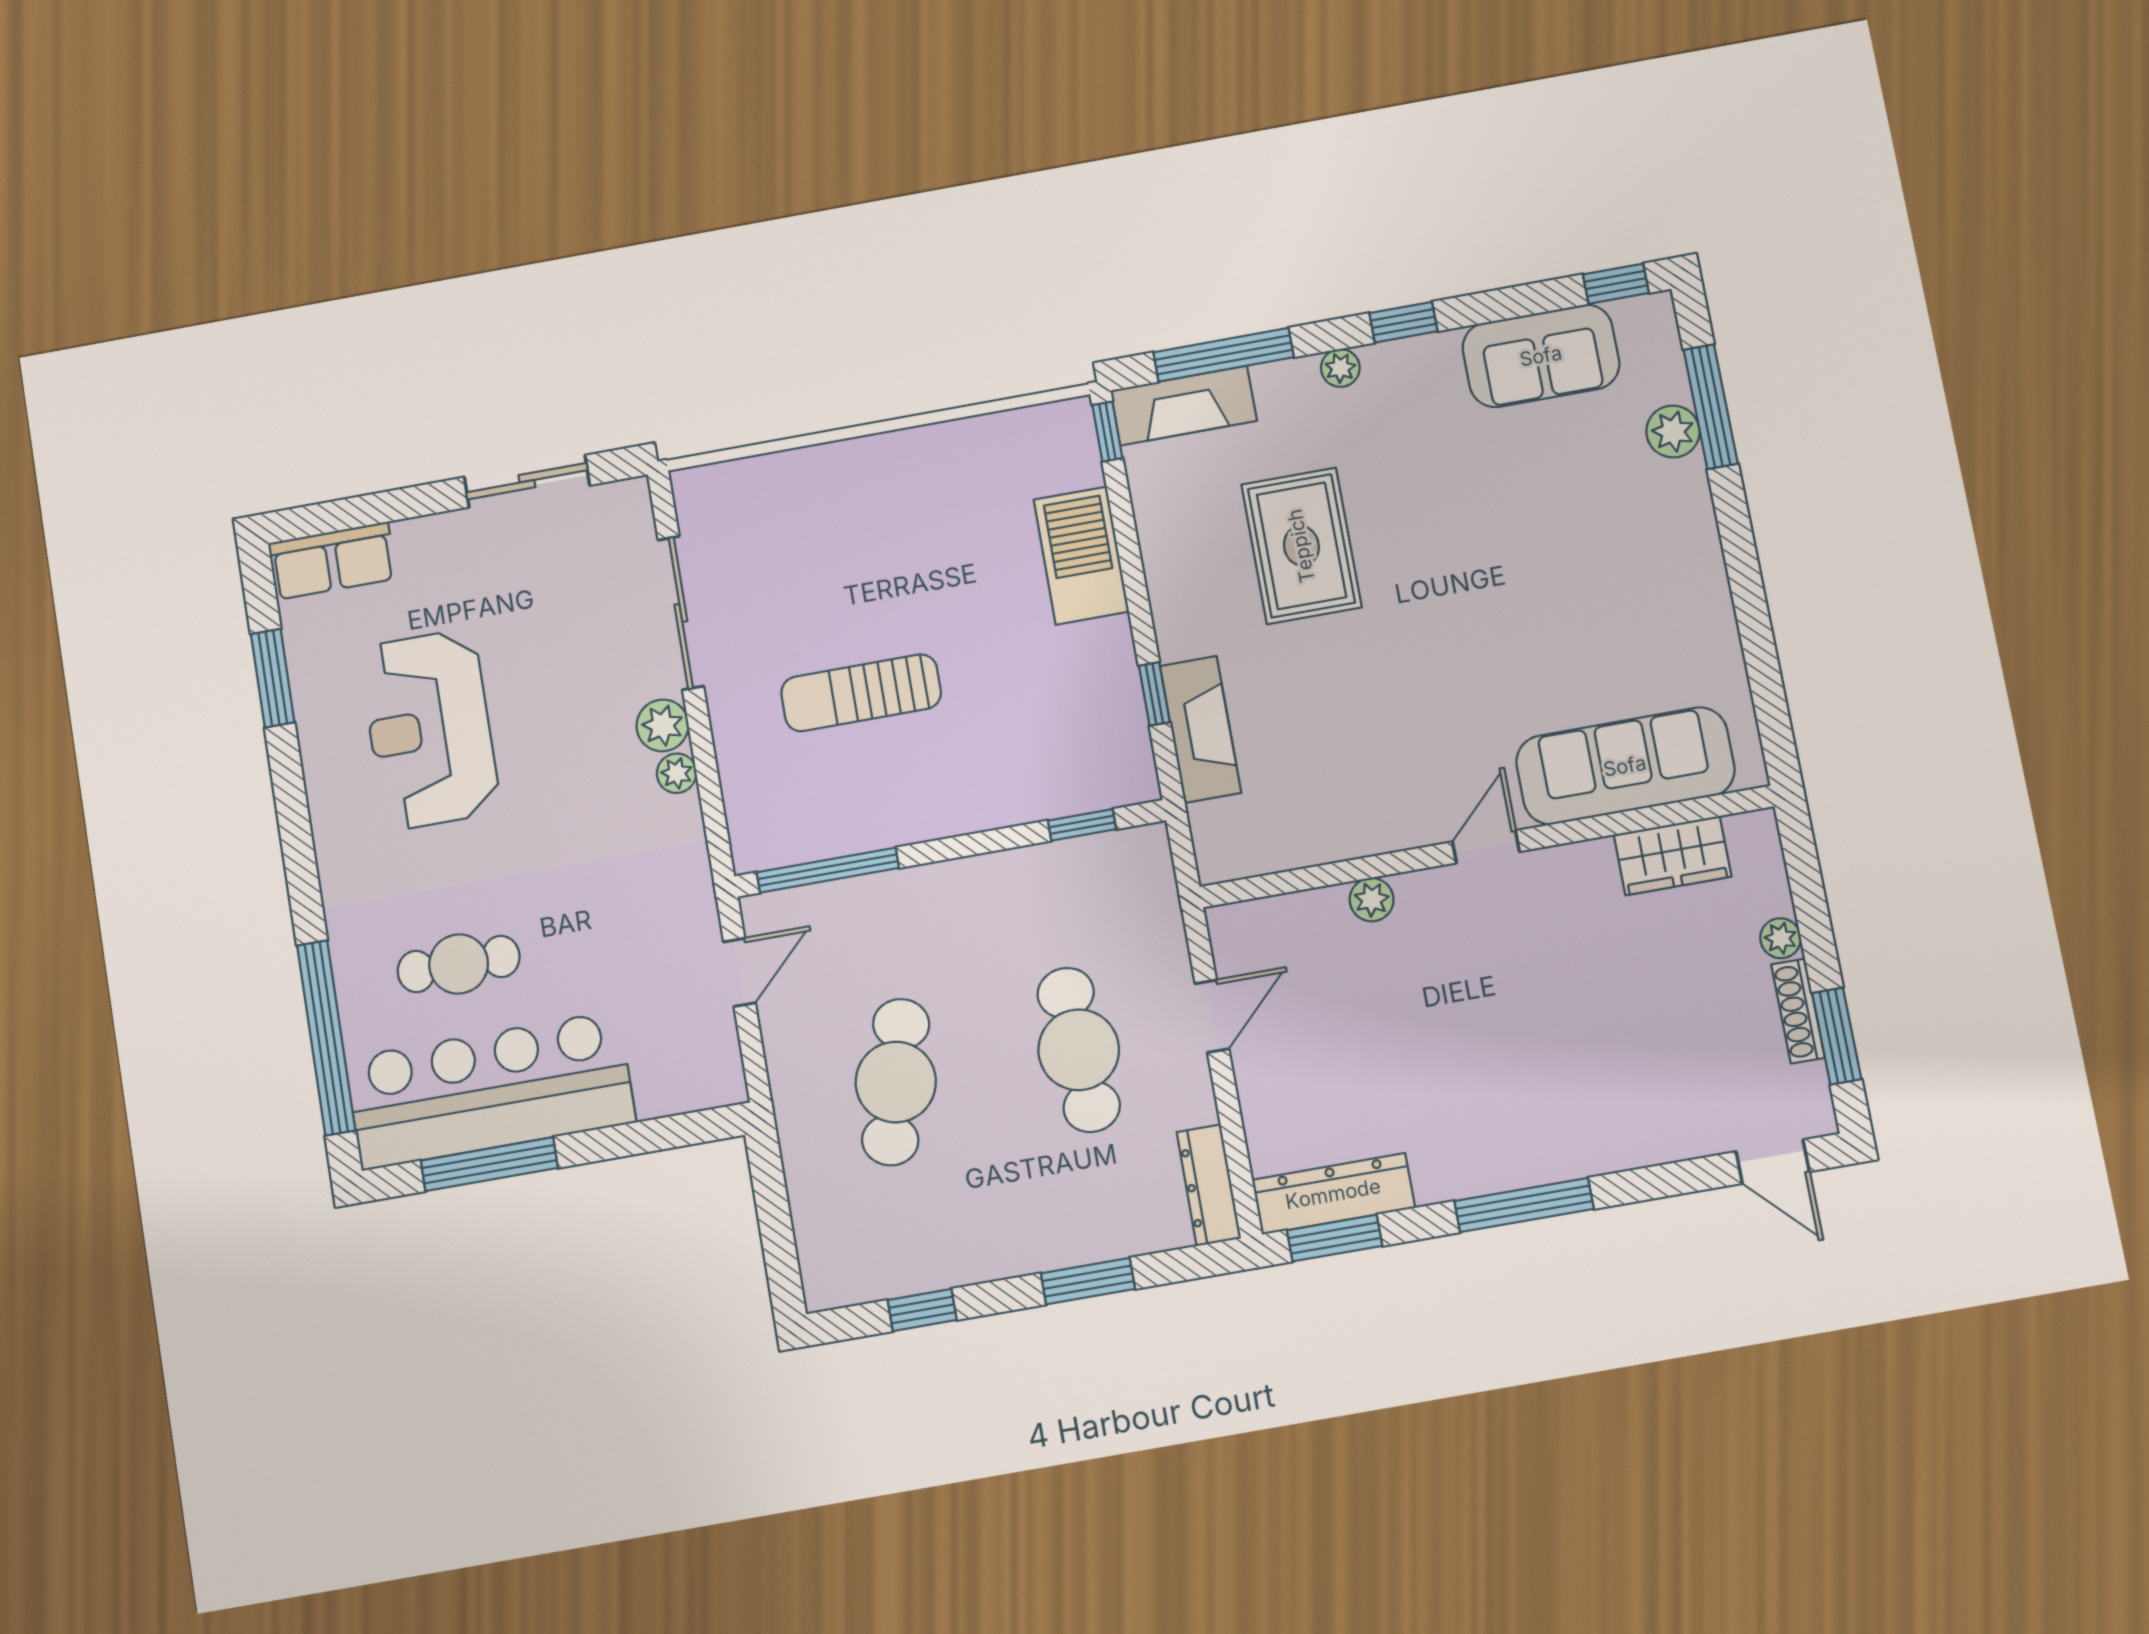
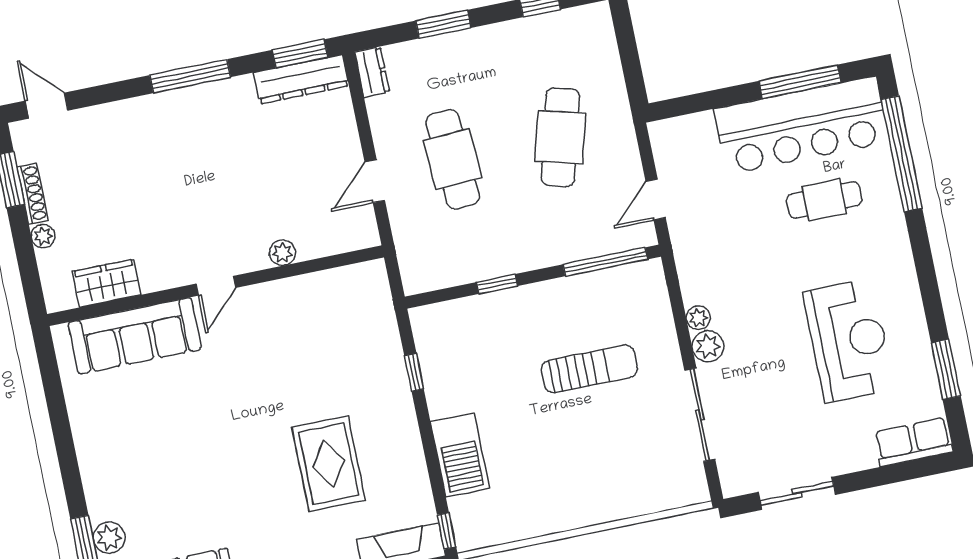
fireplace: (1200, 729) -> (386, 352), removed
window: (1082, 825) -> (497, 284), moved
dresser: (1209, 1185) -> (372, 72), width x0.70

